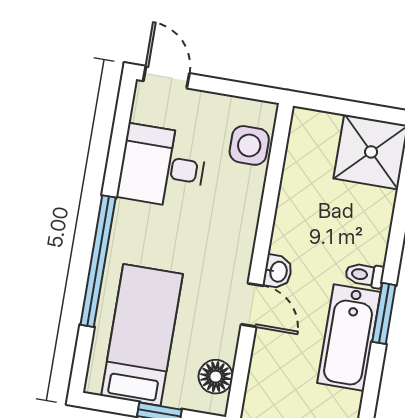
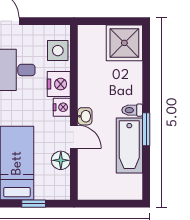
nightstand: (241, 206) -> (59, 84), added
nightstand: (239, 248) -> (62, 107), added
floor lamp: (216, 377) -> (61, 160), moved

